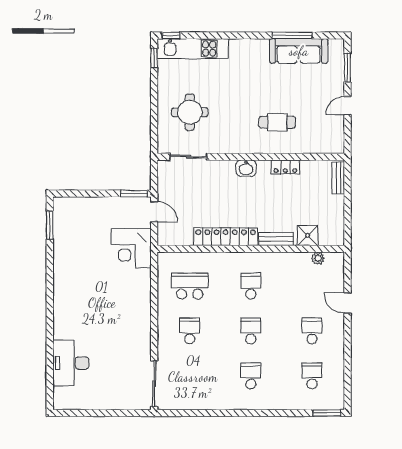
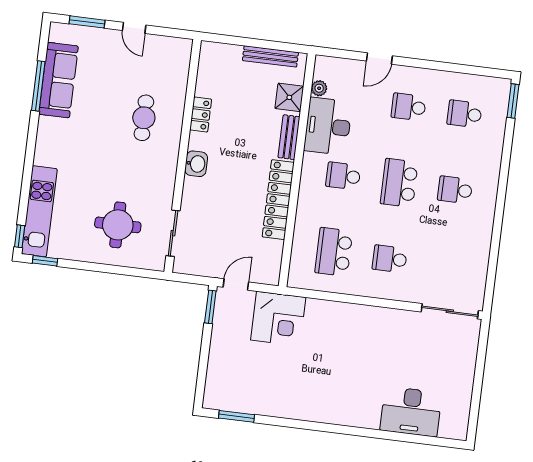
bench: (338, 178) -> (270, 56), moved, width x1.36
desk: (289, 269) -> (328, 126), added
school desk: (251, 331) -> (399, 183), width x1.85

